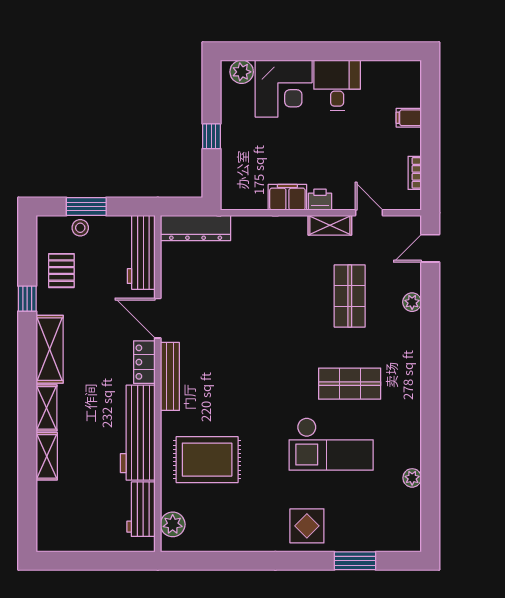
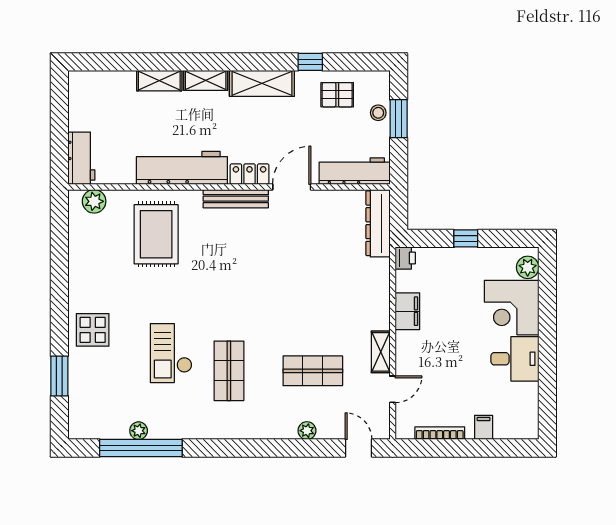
bookcase: (415, 173) -> (440, 433), width x1.56
printer: (320, 200) -> (405, 258), moved
checkout: (331, 444) -> (171, 353), width x0.73, depth x0.83
window: (430, 475) -> (141, 448), added
workbench: (141, 509) -> (81, 158), moved, turned 90

